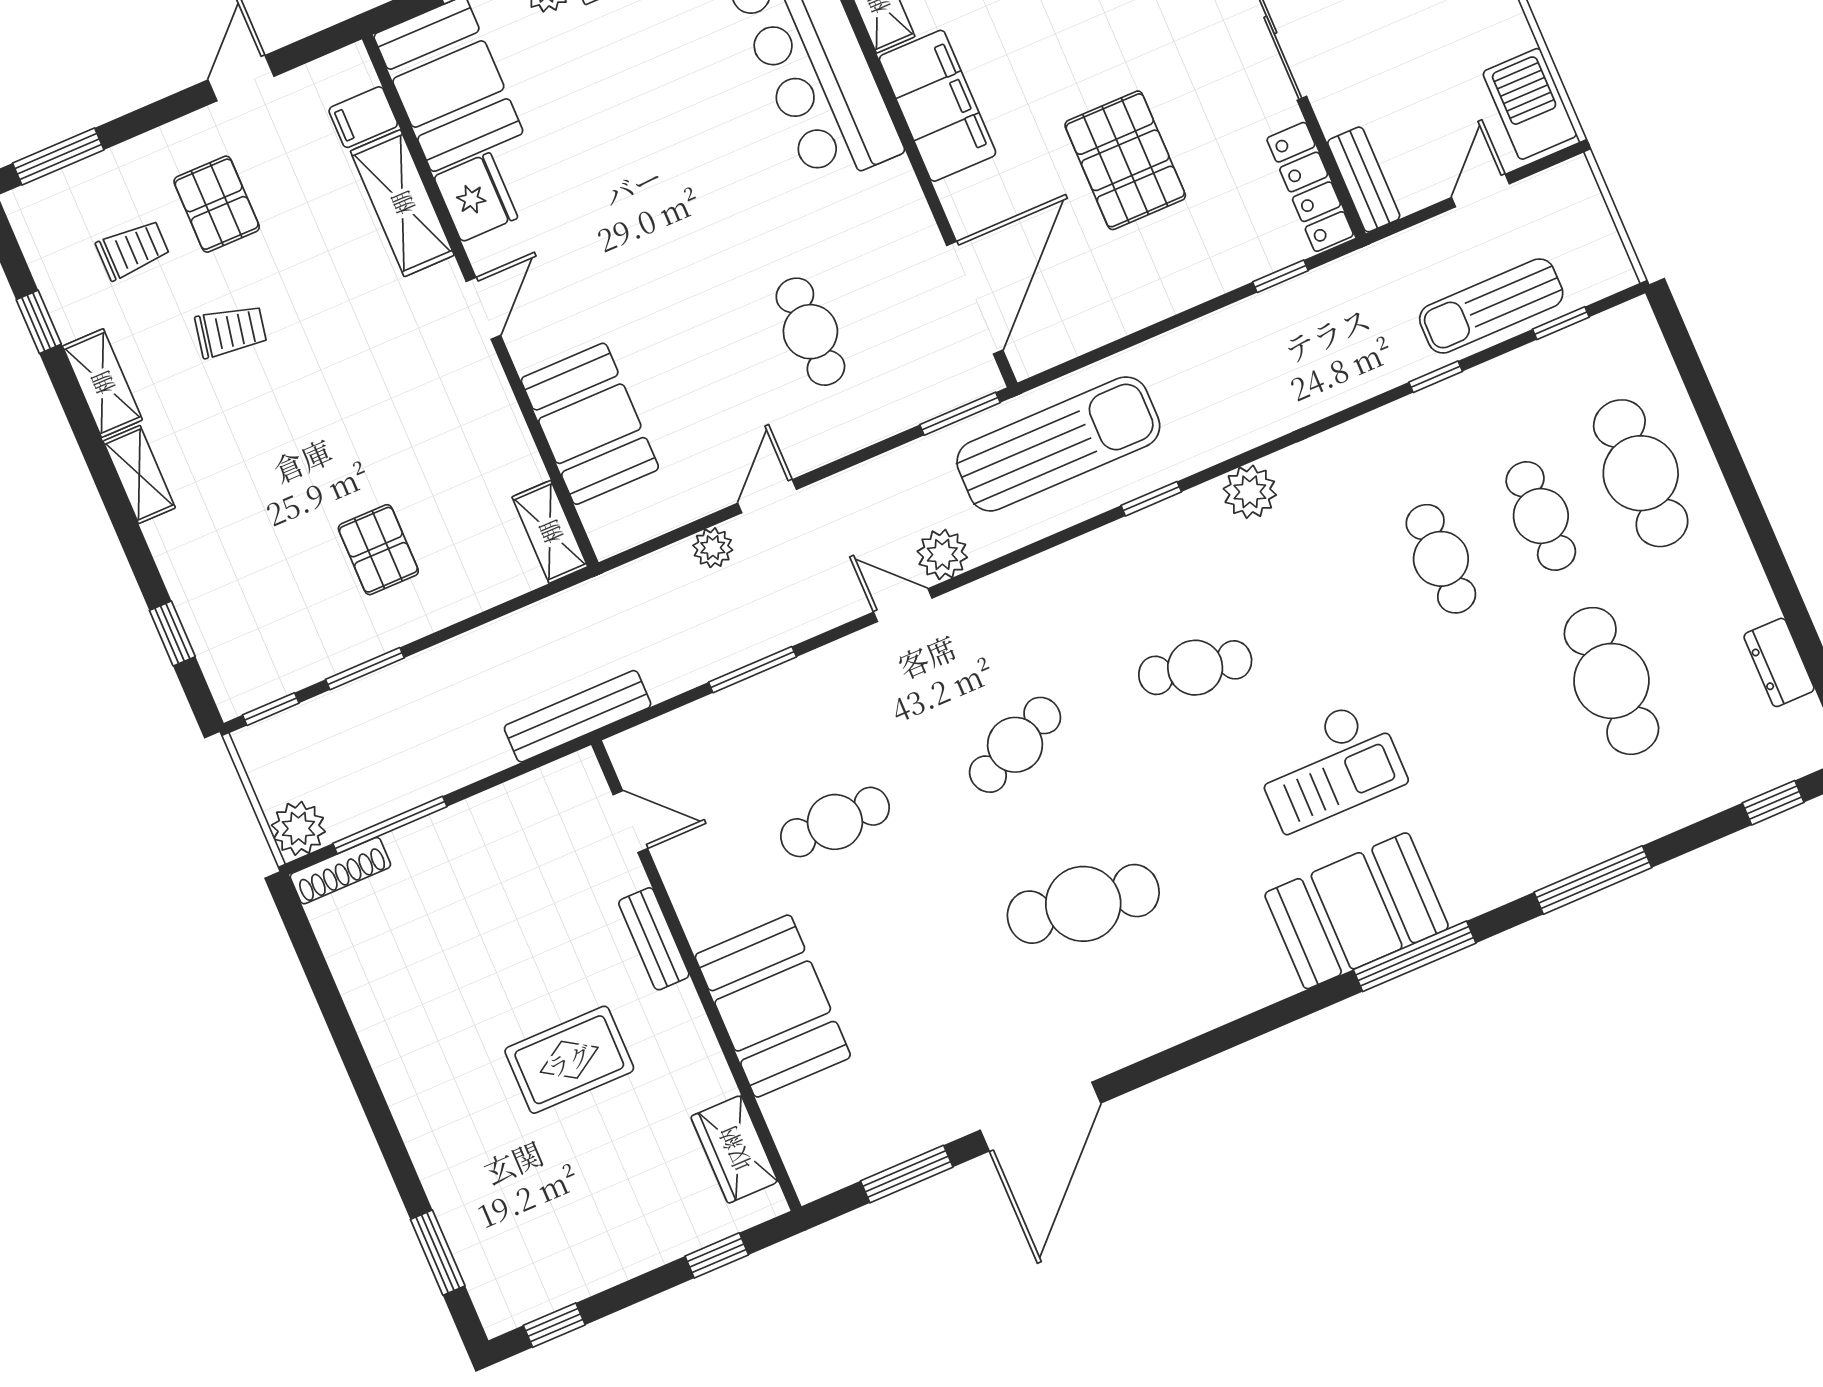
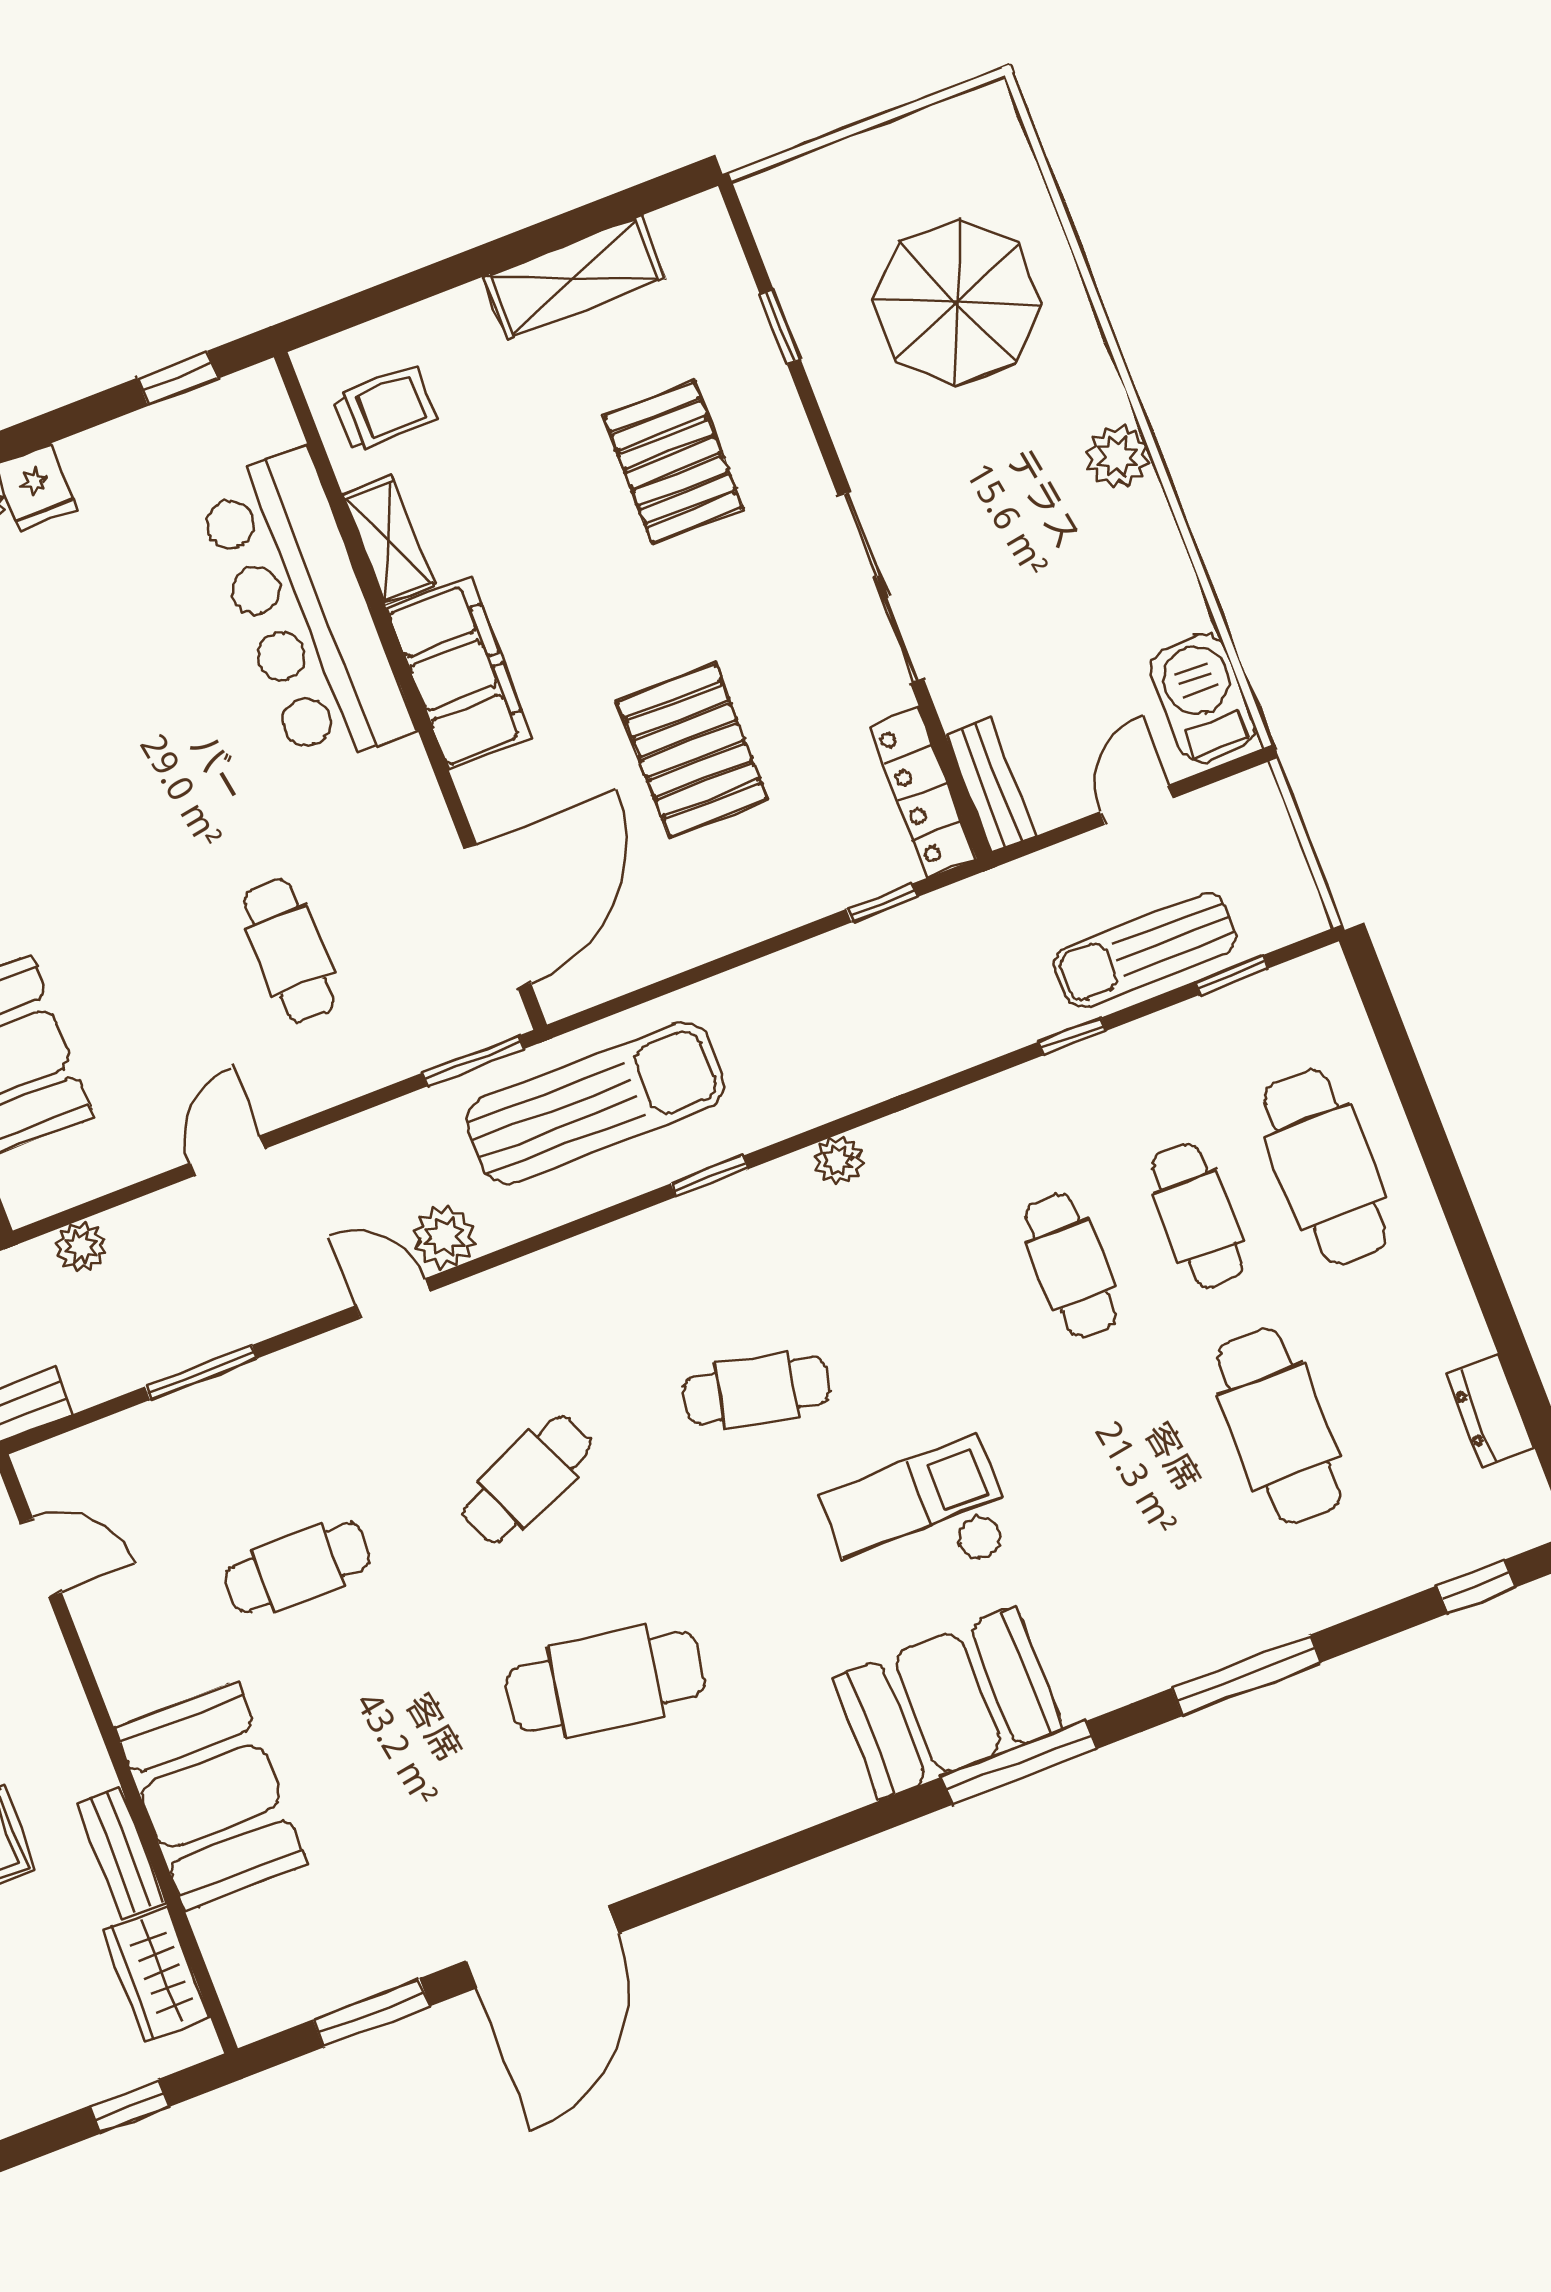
plant: (1250, 492) -> (839, 1160), width x0.73, depth x0.73
plant: (713, 548) -> (81, 1247), moved
checkout: (1328, 765) -> (920, 1519), turned 180
bench: (654, 939) -> (121, 1852), moved

